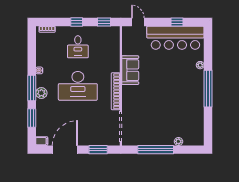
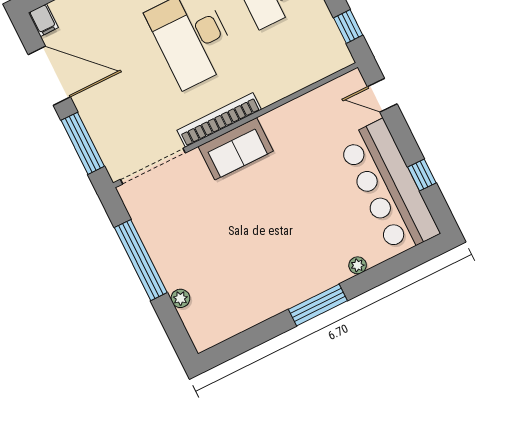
door: (138, 22) -> (382, 95), swing flipped
sofa: (130, 70) -> (236, 149), moved
window: (208, 89) -> (318, 305), width x0.68
window: (98, 150) -> (83, 143), width x1.44

